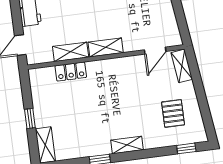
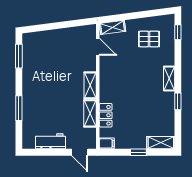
filing cabinet: (36, 78) -> (107, 143), added

